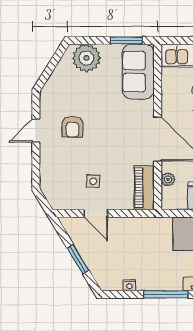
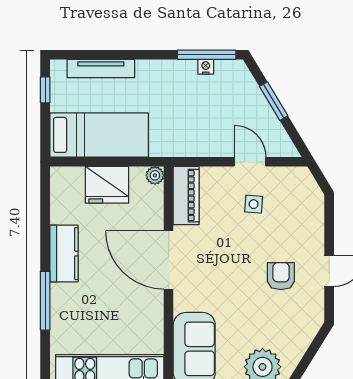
plant: (168, 179) -> (155, 175), moved
window: (166, 294) -> (207, 55), moved

